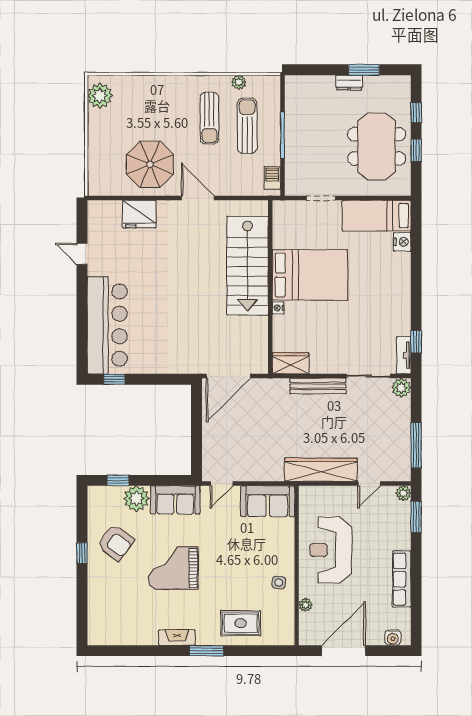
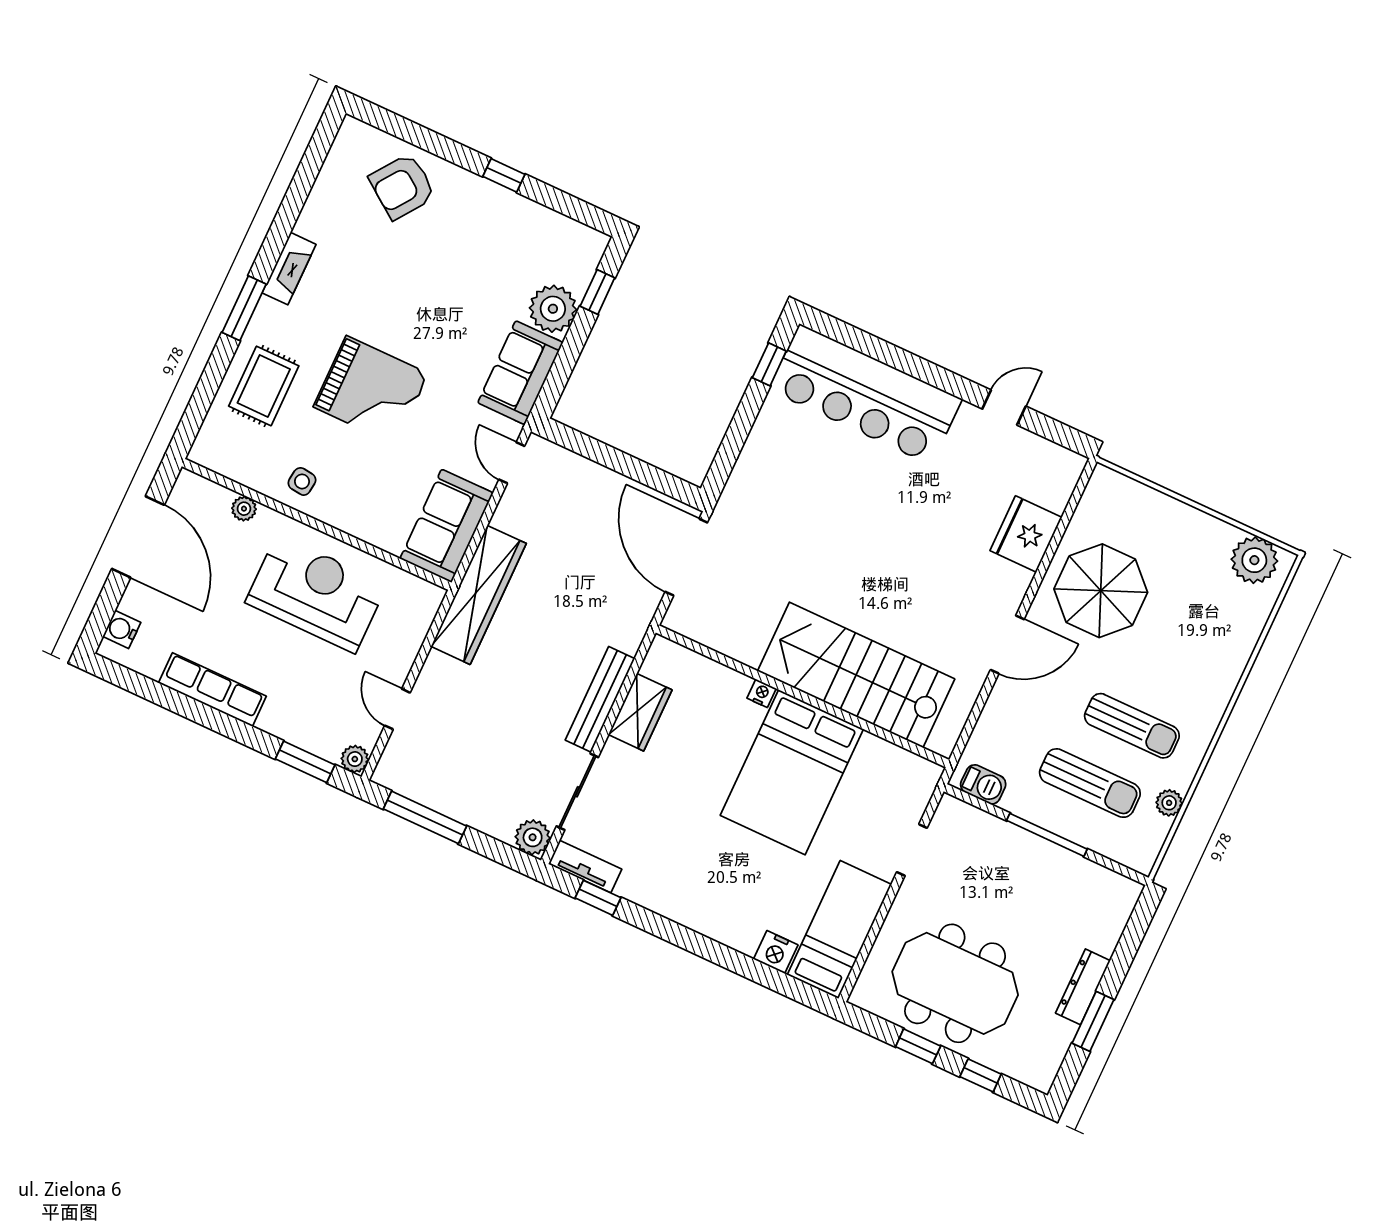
dresser: (349, 83) -> (1083, 987), width x1.44
sun lounger: (209, 118) -> (1132, 726), turned 180
wardrobe: (291, 363) -> (640, 712), moved
wardrobe: (321, 470) -> (479, 595), moved
armchair: (115, 543) -> (402, 186), moved
grand piano: (173, 568) -> (371, 390), moved, turned 90

